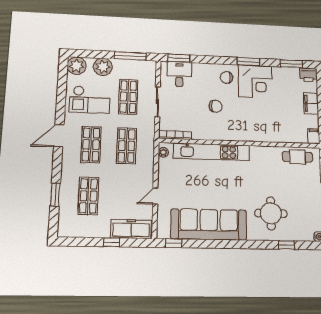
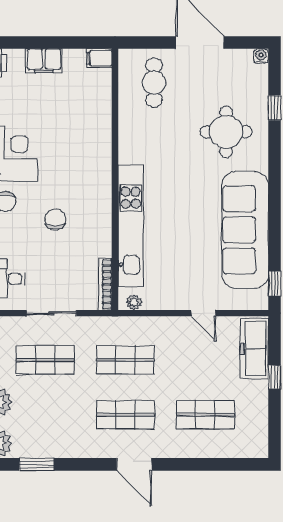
checkout: (90, 100) -> (53, 420), removed
door: (59, 136) -> (134, 464), moved
cafe table: (297, 157) -> (154, 83), moved
window: (55, 195) -> (37, 464), moved

